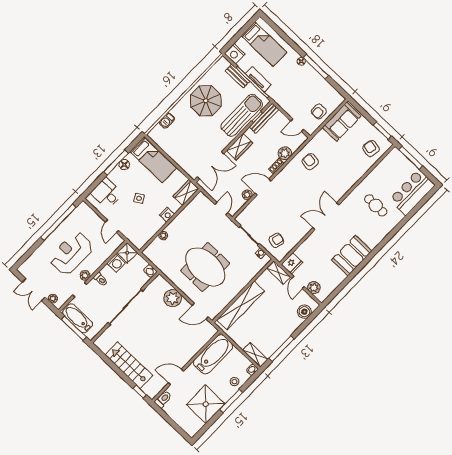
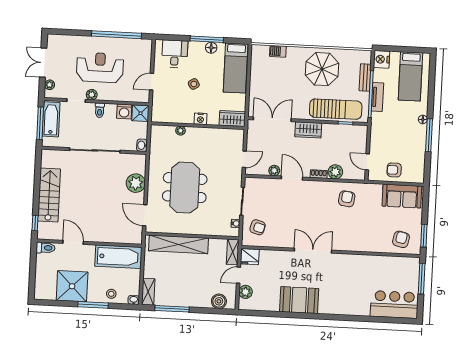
bench: (264, 118) -> (349, 130), removed
double door: (211, 165) -> (272, 119), swing flipped
cafe table: (376, 205) -> (358, 284), removed

